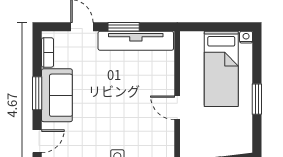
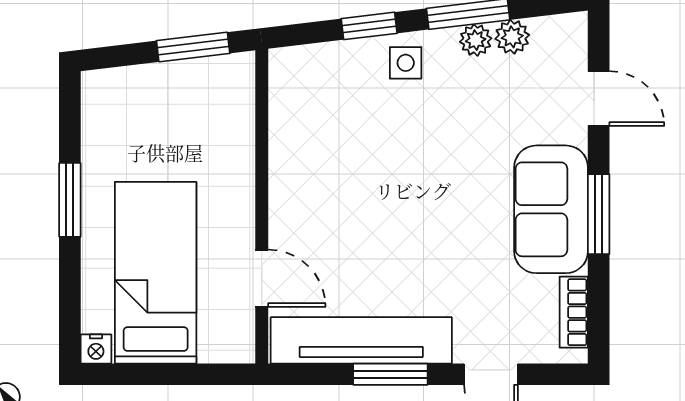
door: (177, 108) -> (262, 278), moved
door: (37, 141) -> (599, 99), swing flipped

